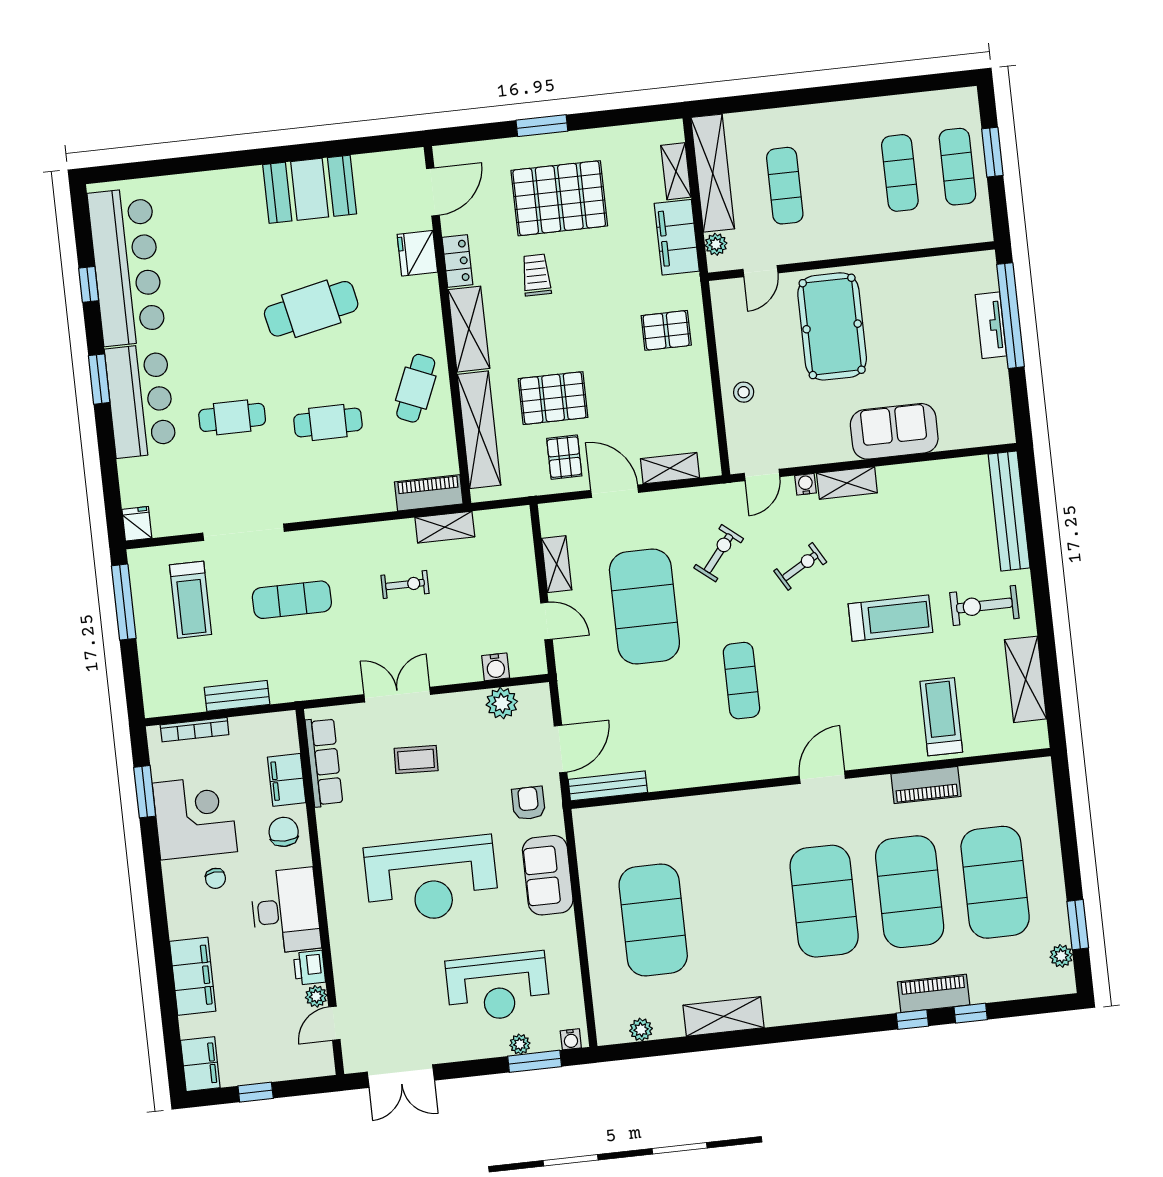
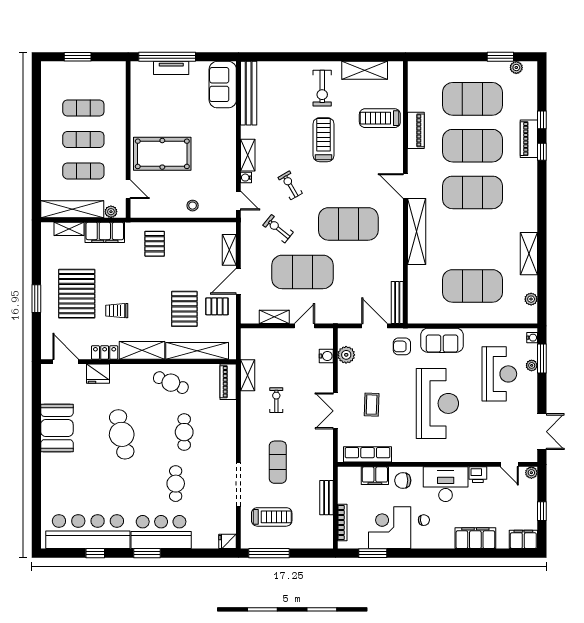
exercise mat: (957, 167) -> (83, 139), moved
sofa: (894, 431) -> (223, 85), moved
bench: (1009, 511) -> (249, 93), moved, turned 90
exercise mat: (741, 681) -> (348, 224), width x2.00, depth x1.45
shelving: (741, 807) -> (417, 232), added
plant: (316, 996) -> (531, 473), moved

